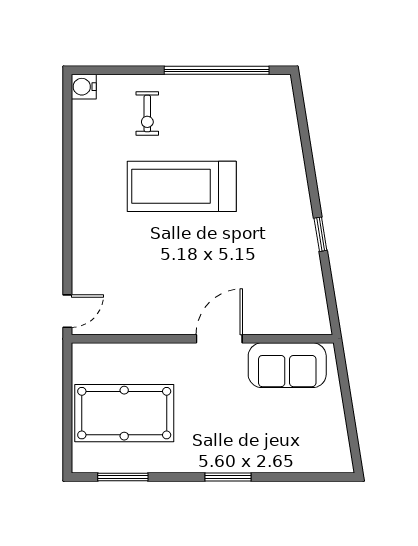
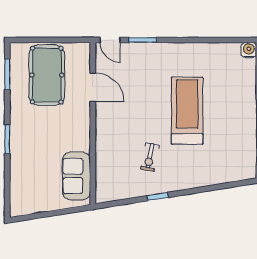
exercise bike: (147, 114) -> (150, 157), moved, turned -79
window: (67, 258) -> (143, 40), added
door: (219, 339) -> (93, 87), moved

